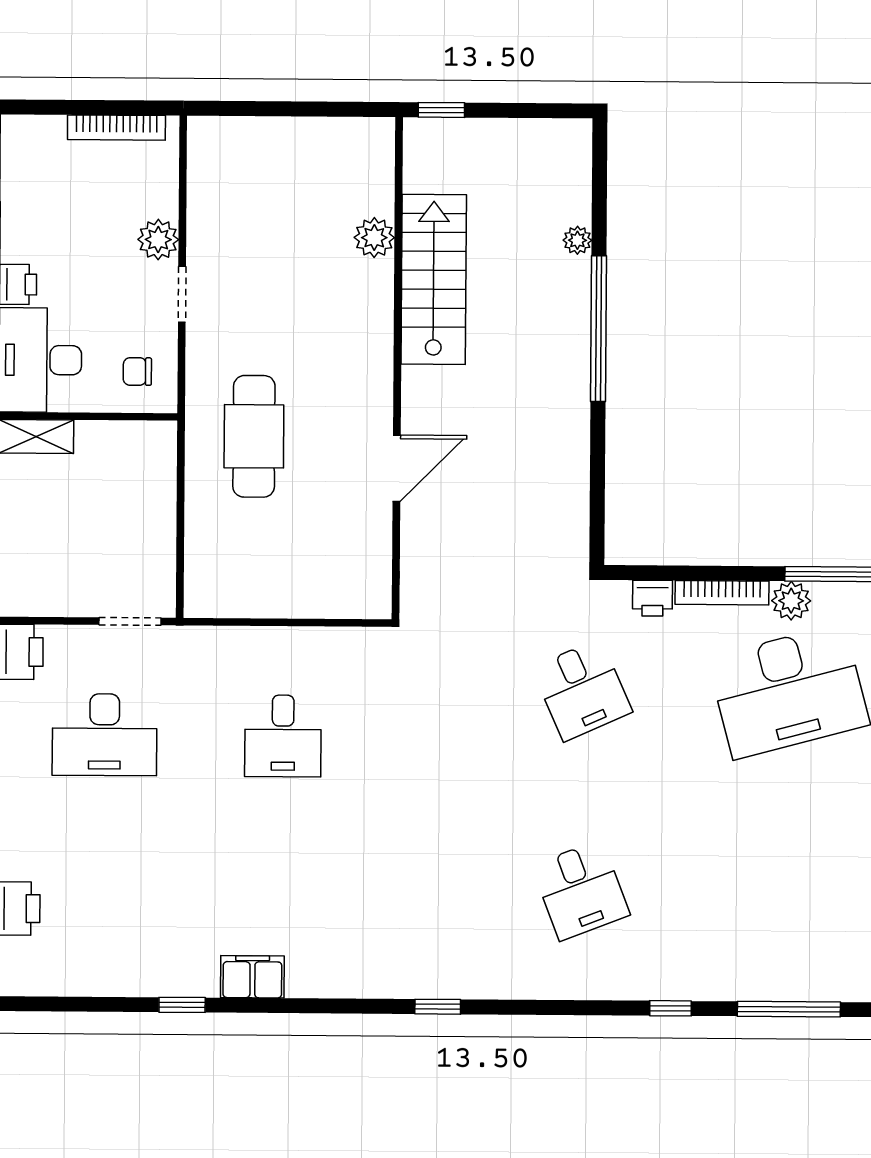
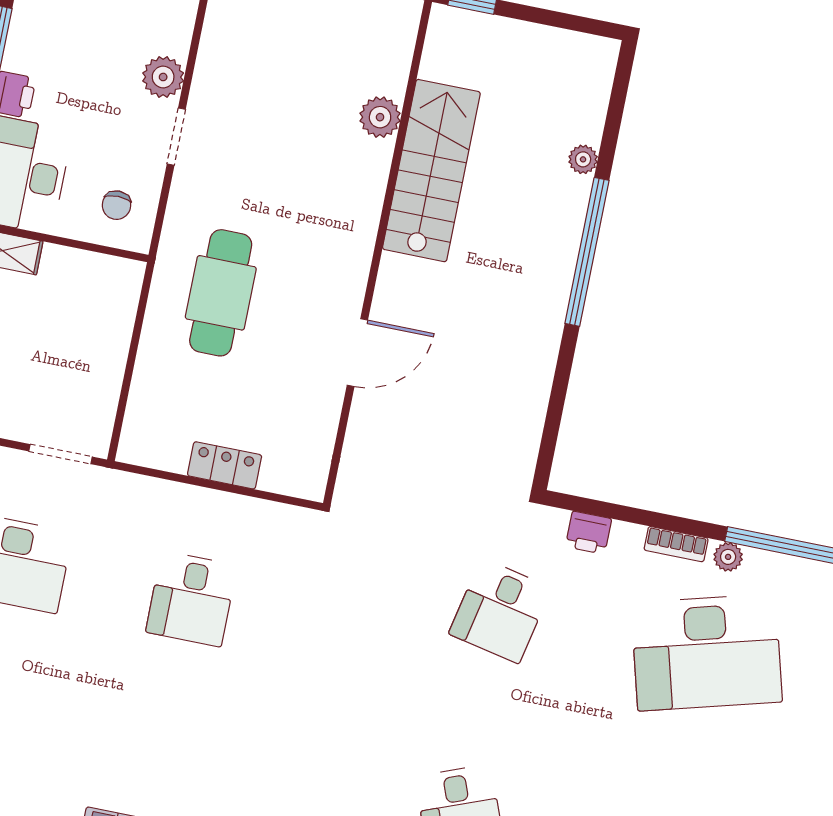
chair: (137, 372) -> (116, 205), turned -90
bookcase: (722, 593) -> (676, 544), width x0.64
locker: (290, 601) -> (225, 465), added
plant: (791, 601) -> (728, 557), width x0.73, depth x0.73
desk: (582, 690) -> (500, 611), turned 36

